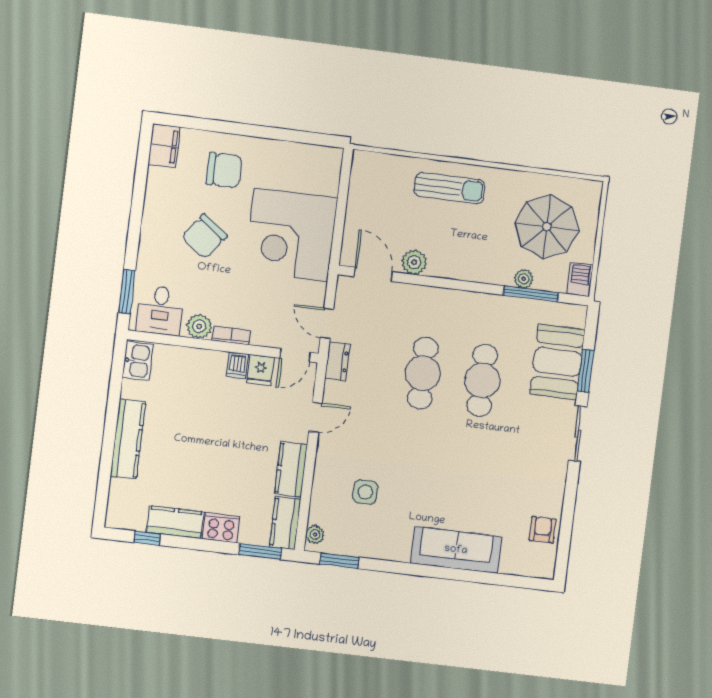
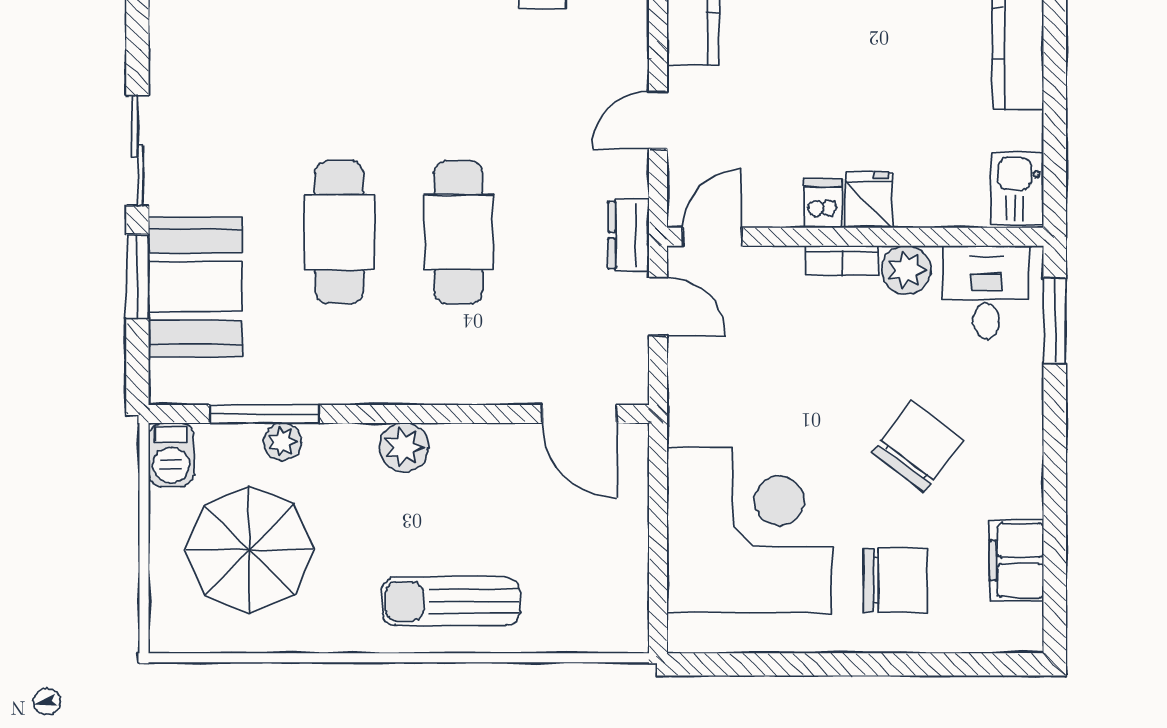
filing cabinet: (164, 146) -> (1017, 561), moved
chair: (224, 170) -> (895, 580), turned 180
corner desk: (291, 235) -> (749, 530), moved
plant: (414, 262) -> (404, 447), moved
fridge: (261, 370) -> (869, 200), moved

